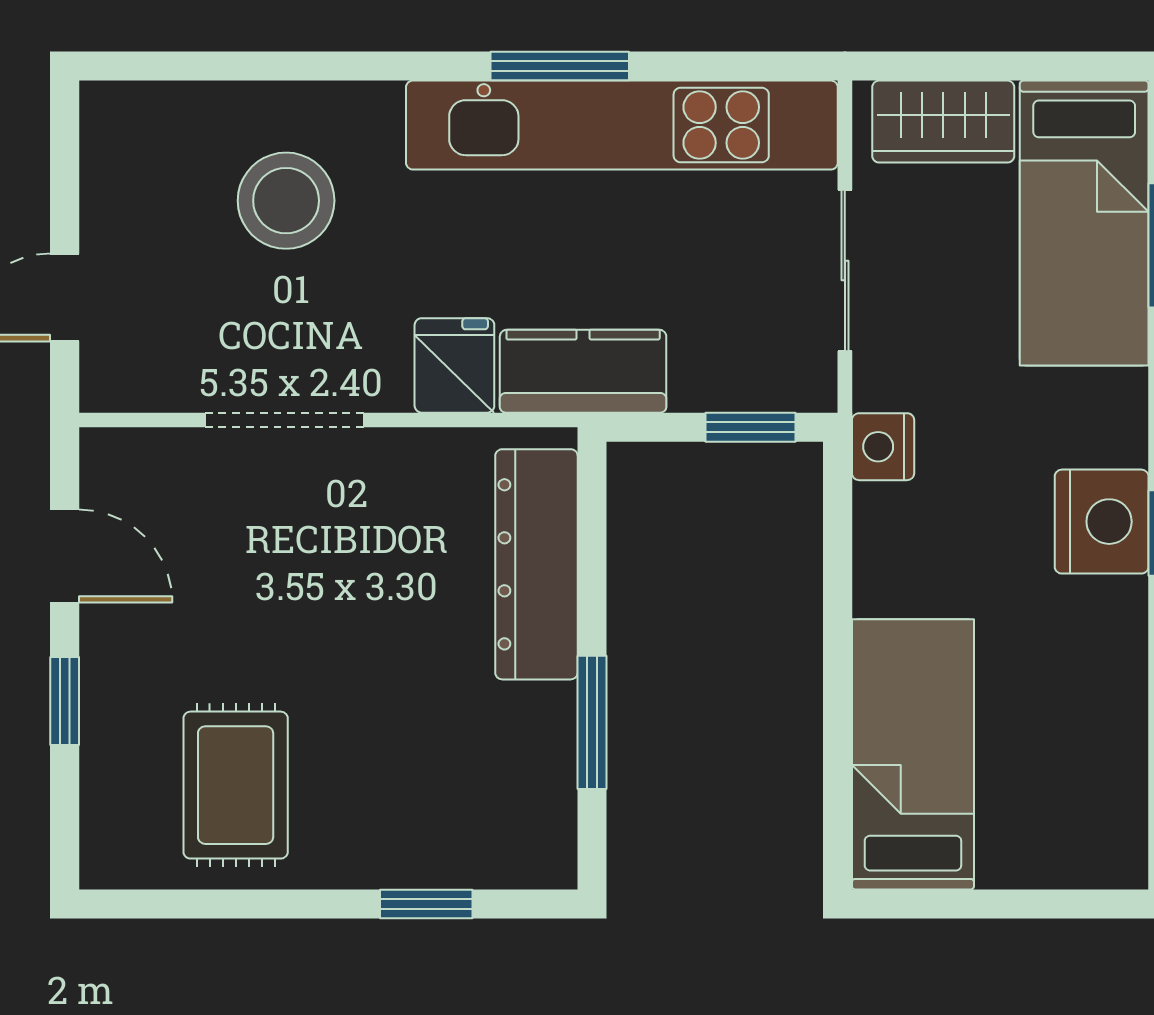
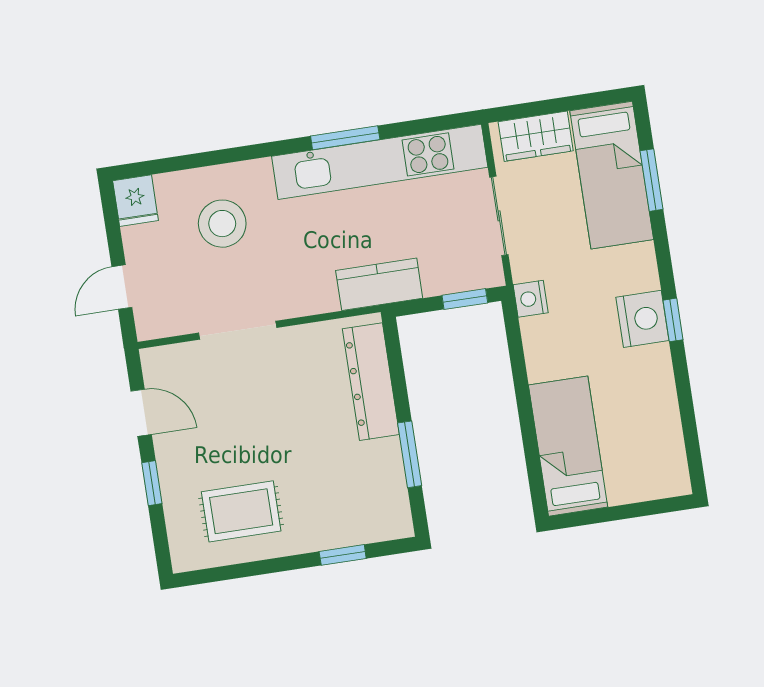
fridge: (454, 365) -> (135, 201), moved, turned 180
rug: (236, 785) -> (241, 511), turned 90

